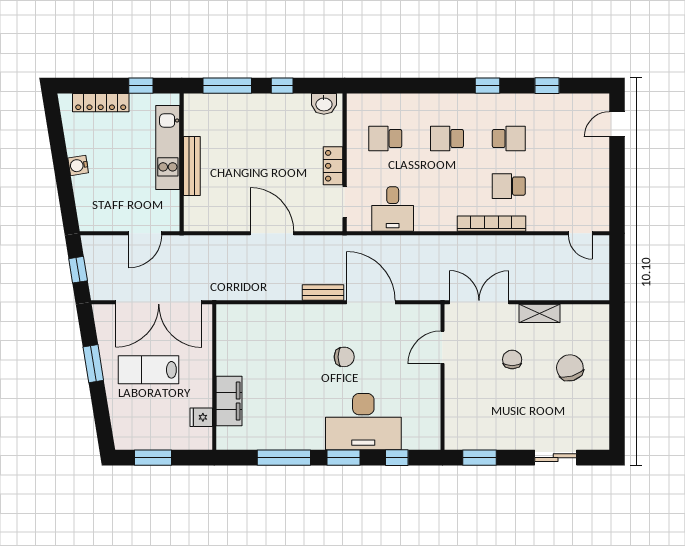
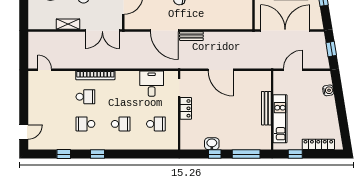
washbasin: (324, 104) -> (212, 144), moved
water cooler: (78, 165) -> (328, 90), moved

